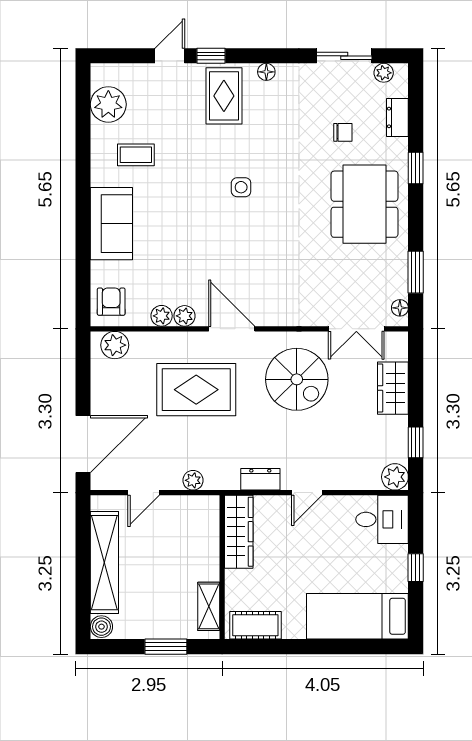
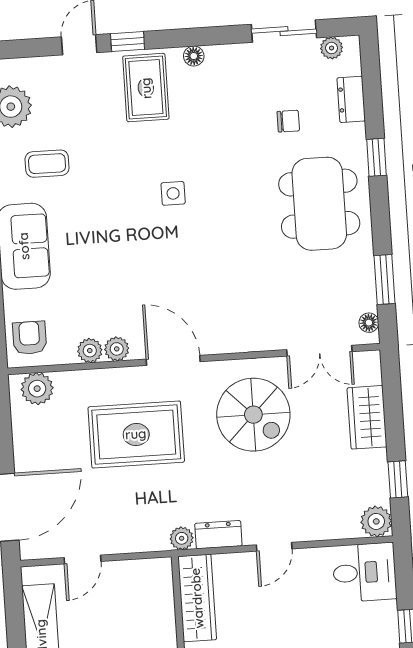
plant: (193, 480) -> (182, 538), moved

